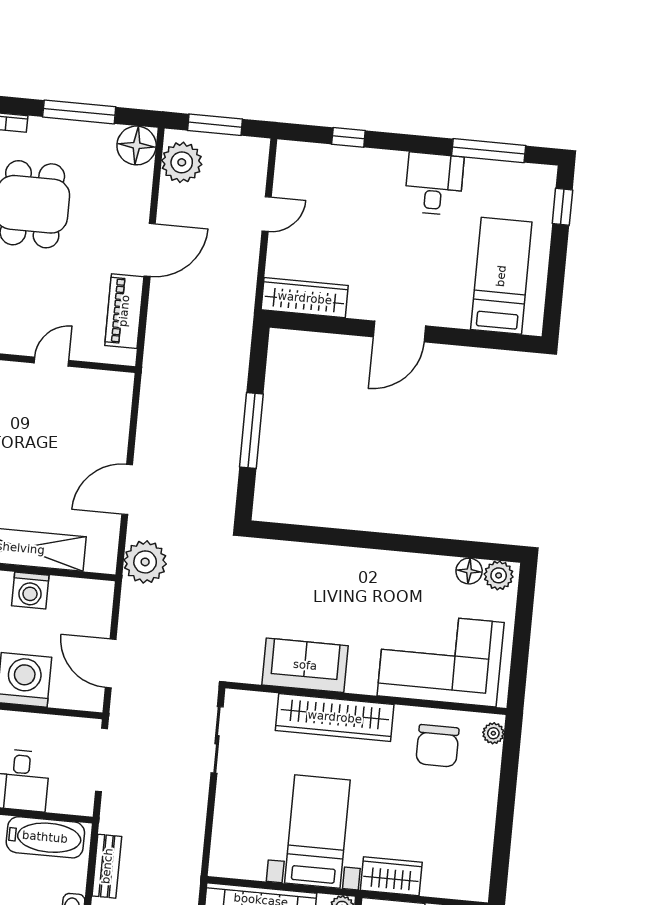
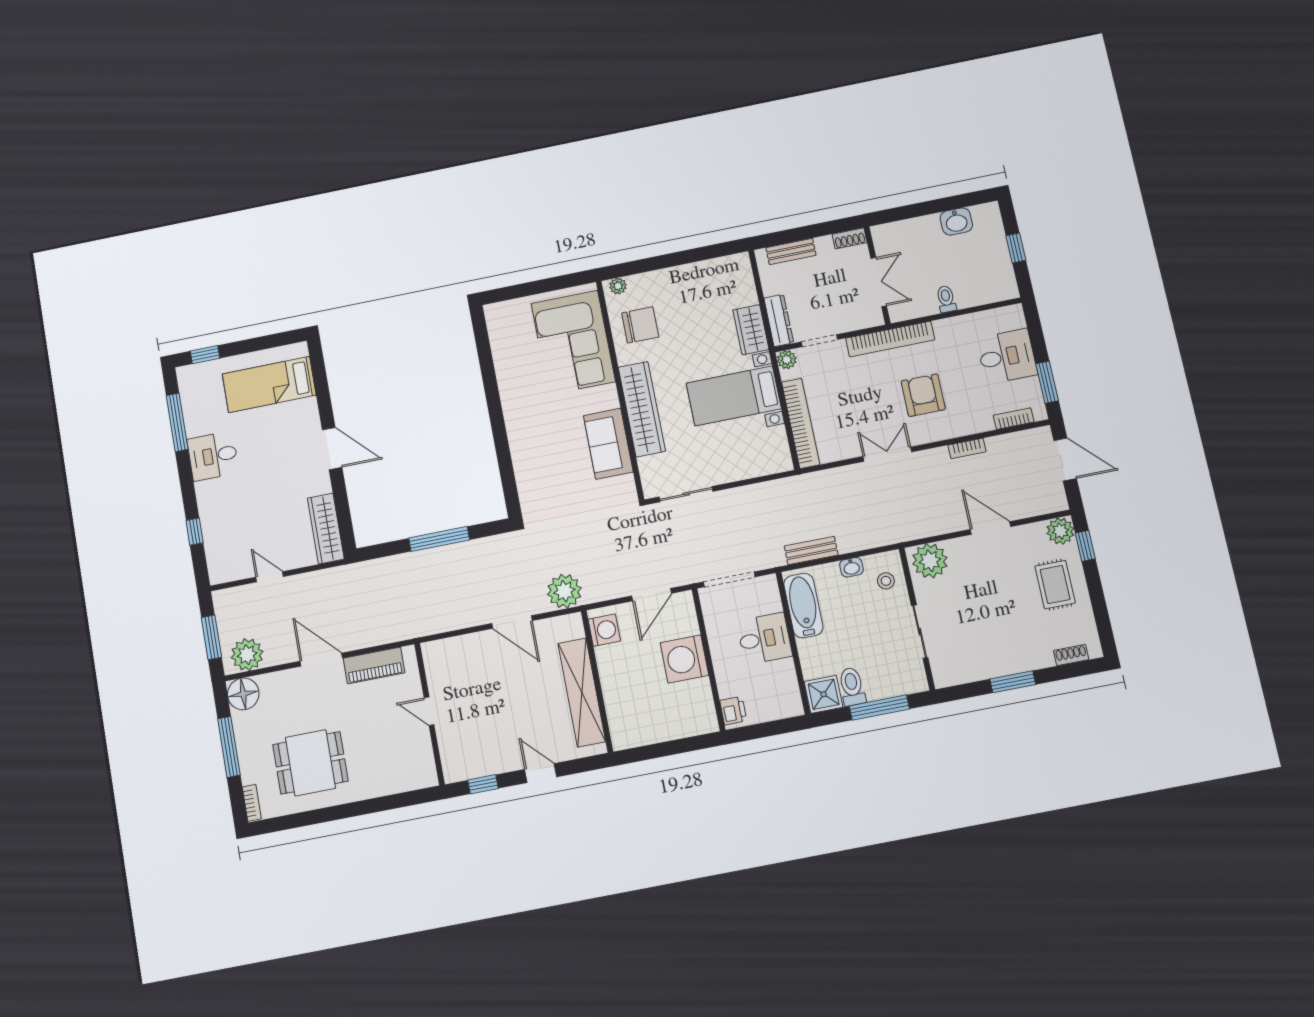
floor lamp: (469, 571) -> (500, 341), removed
plant: (499, 575) -> (497, 318), removed
washing machine: (30, 590) -> (604, 630), moved

